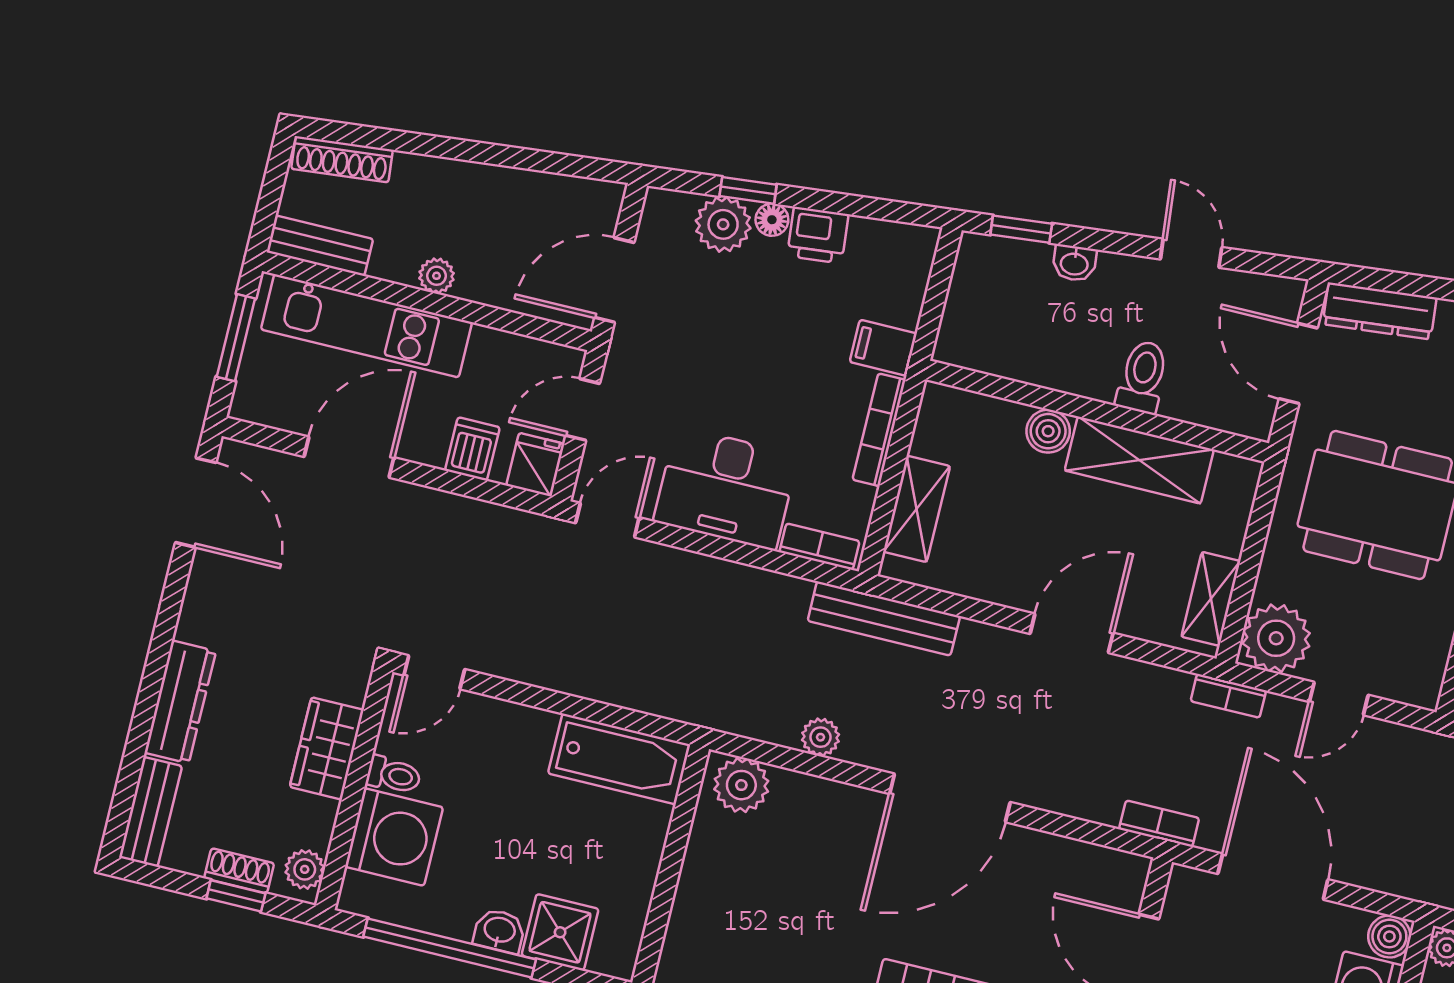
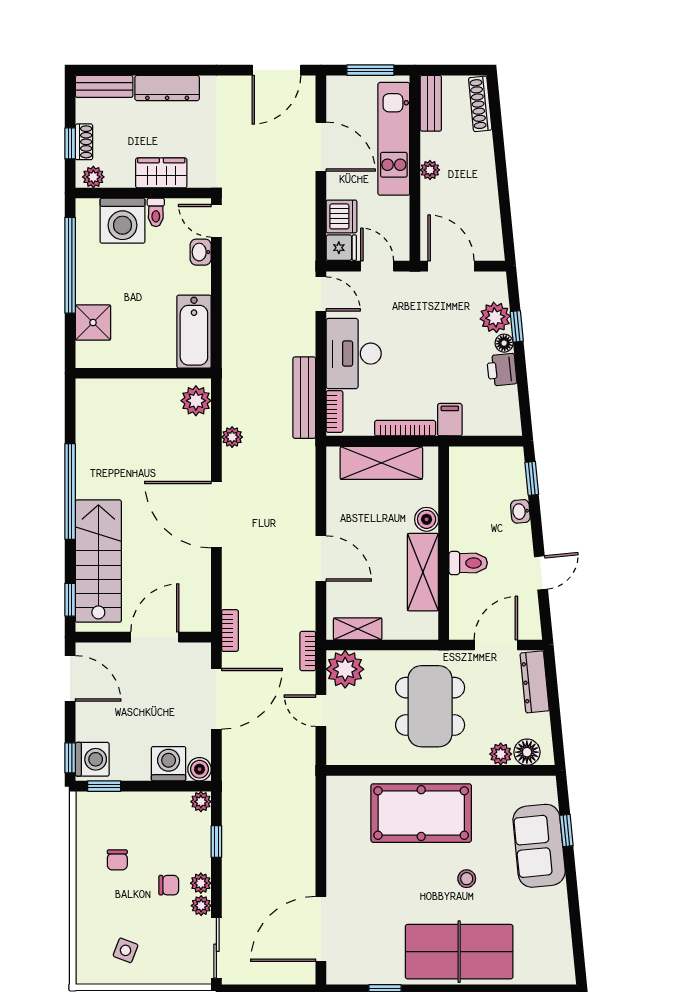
dishwasher: (472, 449) -> (341, 216), width x1.38
shelving: (917, 509) -> (381, 463), width x1.50, depth x1.33
bench: (884, 618) -> (304, 398), moved
washbasin: (499, 931) -> (201, 252), moved, turned 180

